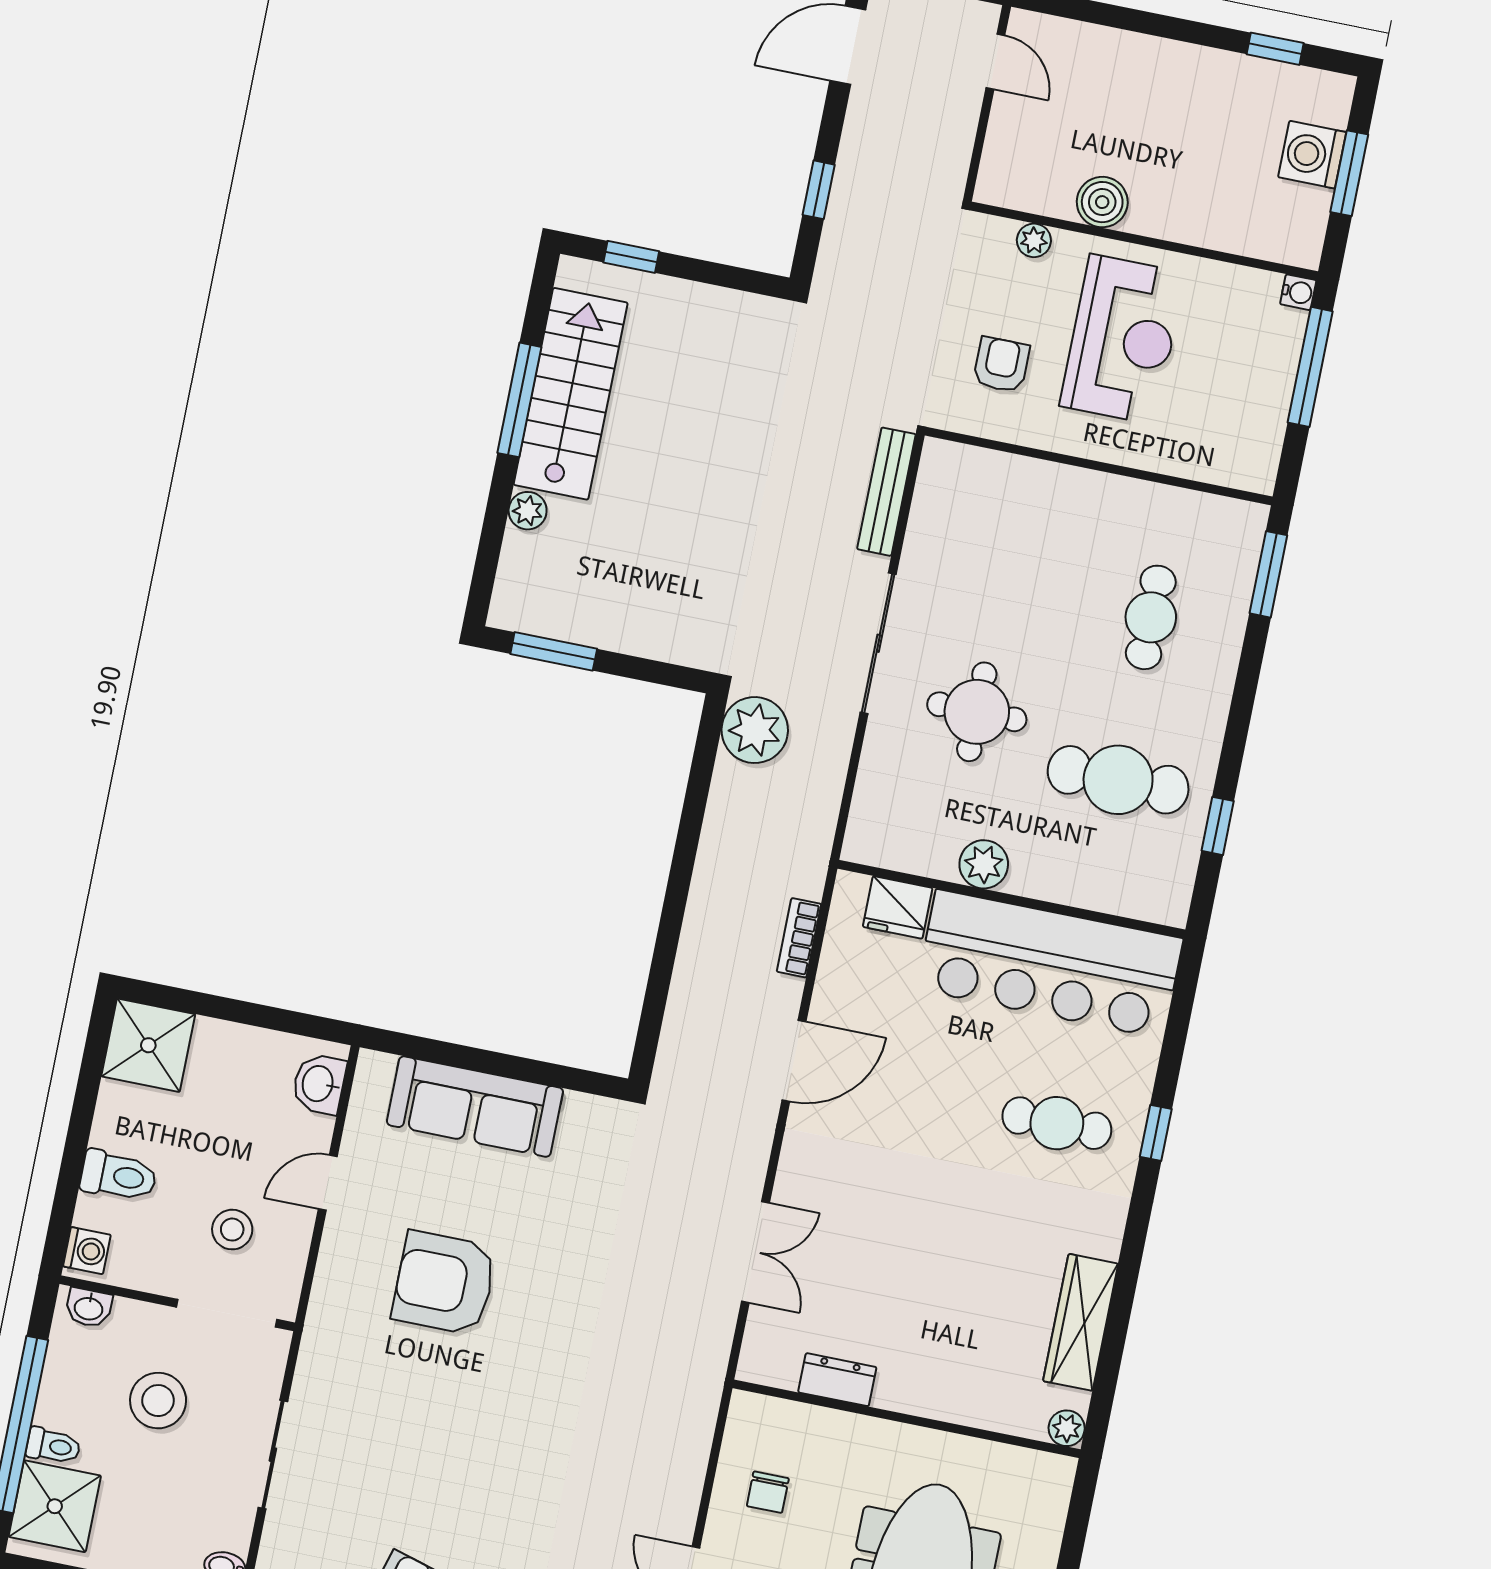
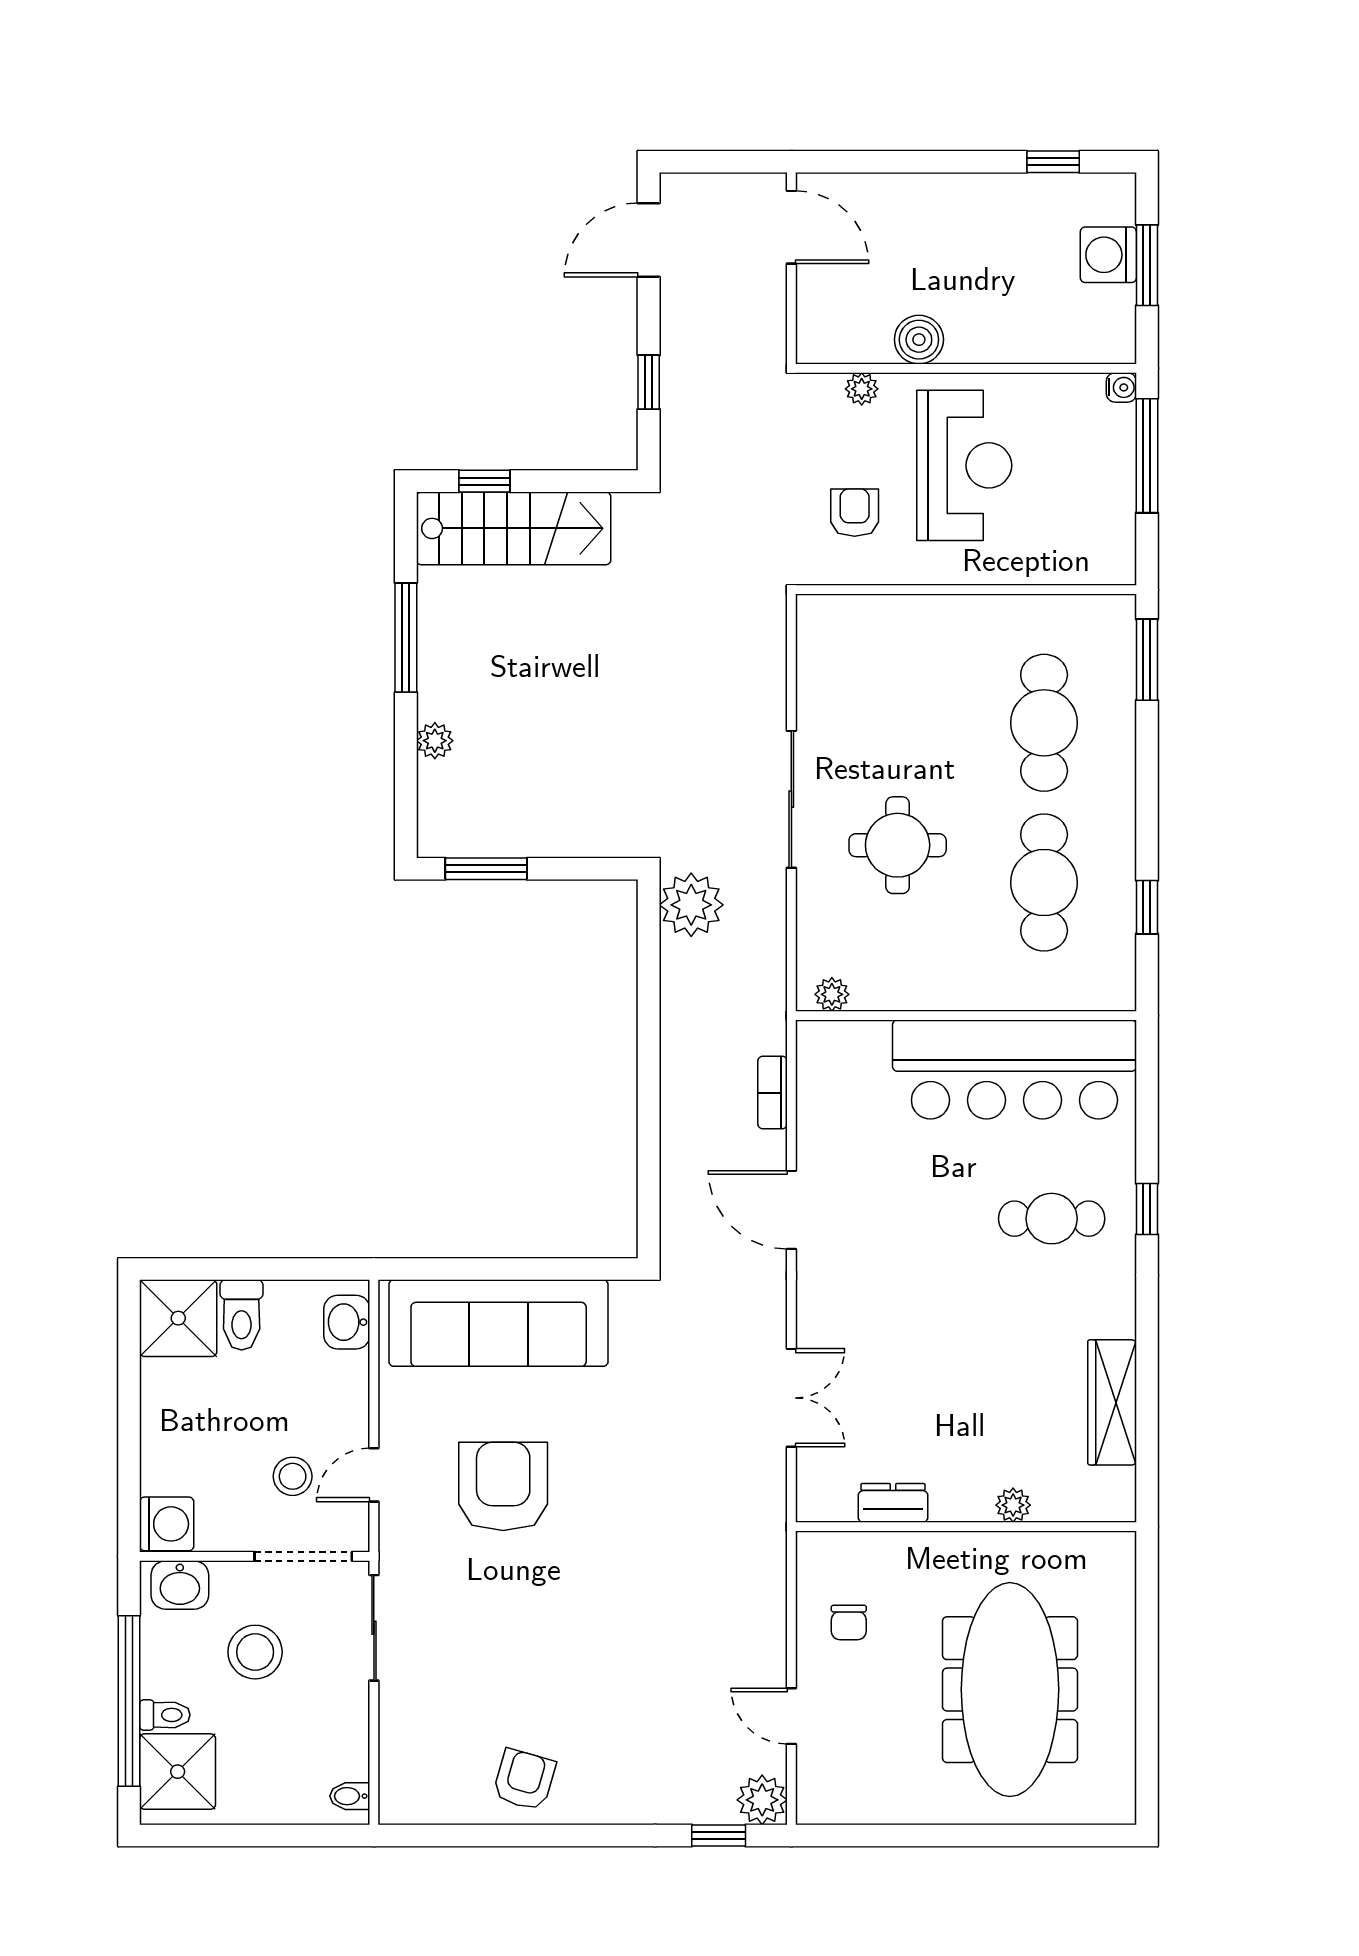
door: (995, 62) -> (791, 227), width x1.38
stairs: (571, 394) -> (514, 528), moved, turned 90
bench: (886, 492) -> (770, 654), removed
cafe table: (1151, 617) -> (1044, 723), width x1.37, depth x1.35
cafe table: (1118, 780) -> (1044, 883), turned 90
plant: (984, 864) -> (832, 994), moved, width x0.73, depth x0.73
fridge: (898, 907) -> (860, 1045), removed
door: (794, 1061) -> (791, 1210), swing flipped
sofa: (475, 1107) -> (499, 1323), width x1.36, depth x1.27
toilet: (119, 1176) -> (242, 1315), moved, turned 90
door: (328, 1183) -> (374, 1475), moved
washing machine: (87, 1251) -> (167, 1524), width x1.38, depth x1.38
armchair: (444, 1283) -> (503, 1486), turned 90
washbasin: (89, 1308) -> (180, 1585), width x1.38, depth x1.45
plant: (1067, 1428) -> (1013, 1505), moved
sliding door: (273, 1455) -> (374, 1628), moved

